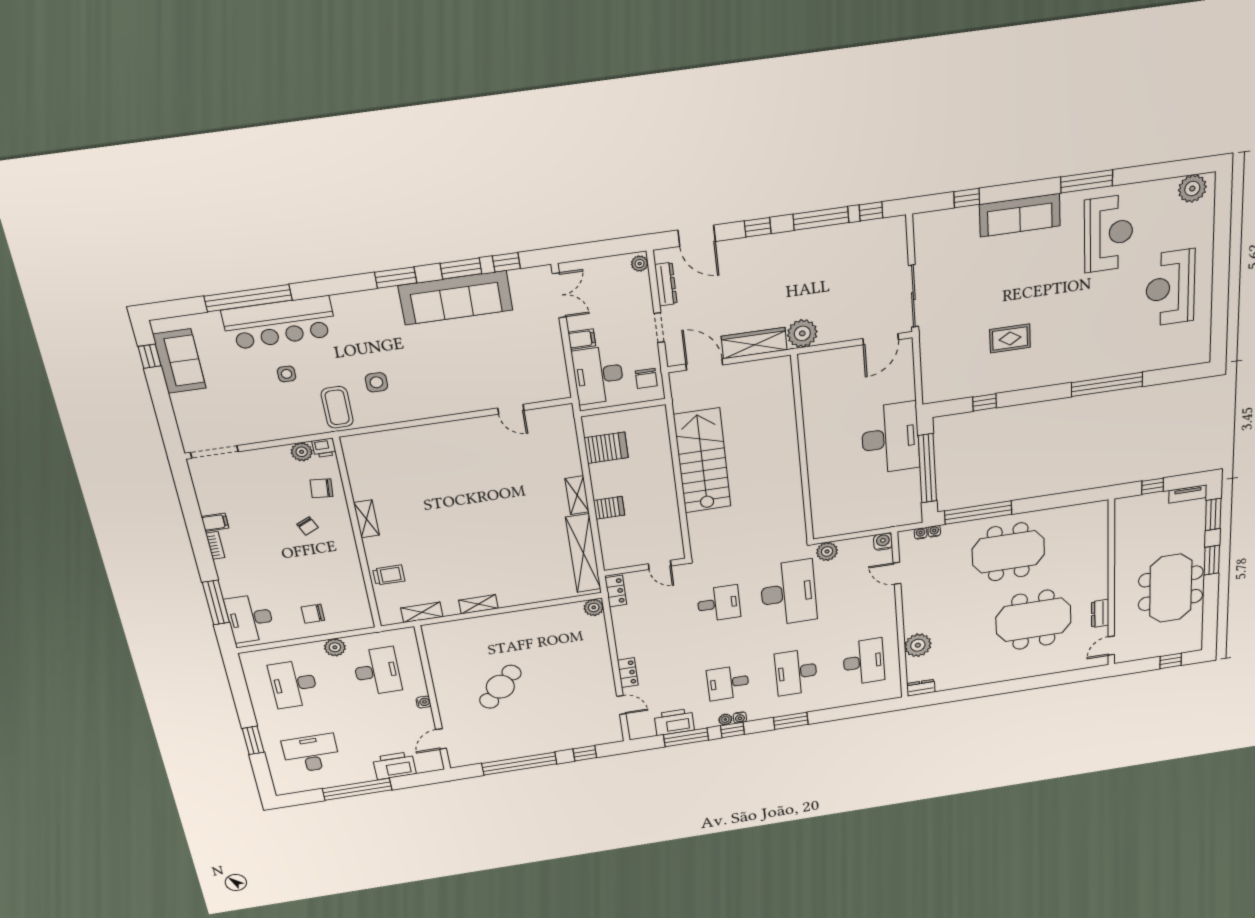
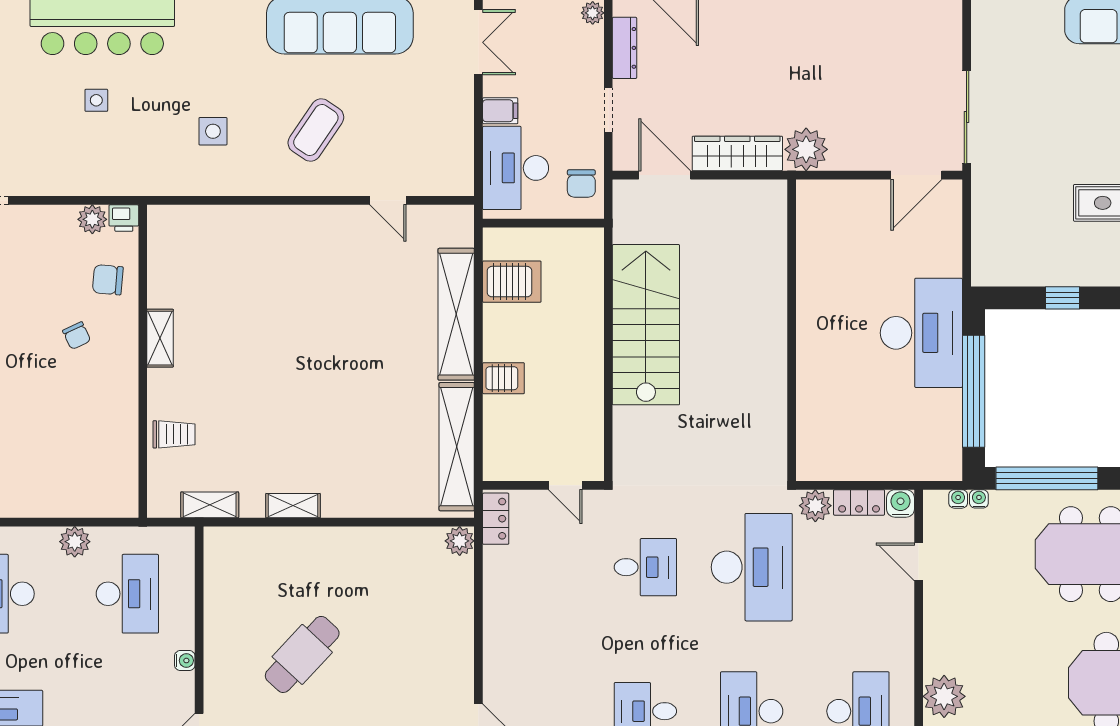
coffee table: (337, 407) -> (316, 130), moved, turned 34
shelving: (577, 495) -> (456, 314), width x2.20, depth x1.33
chair: (313, 614) -> (55, 479), removed
locker: (628, 673) -> (859, 502), moved, turned 90

